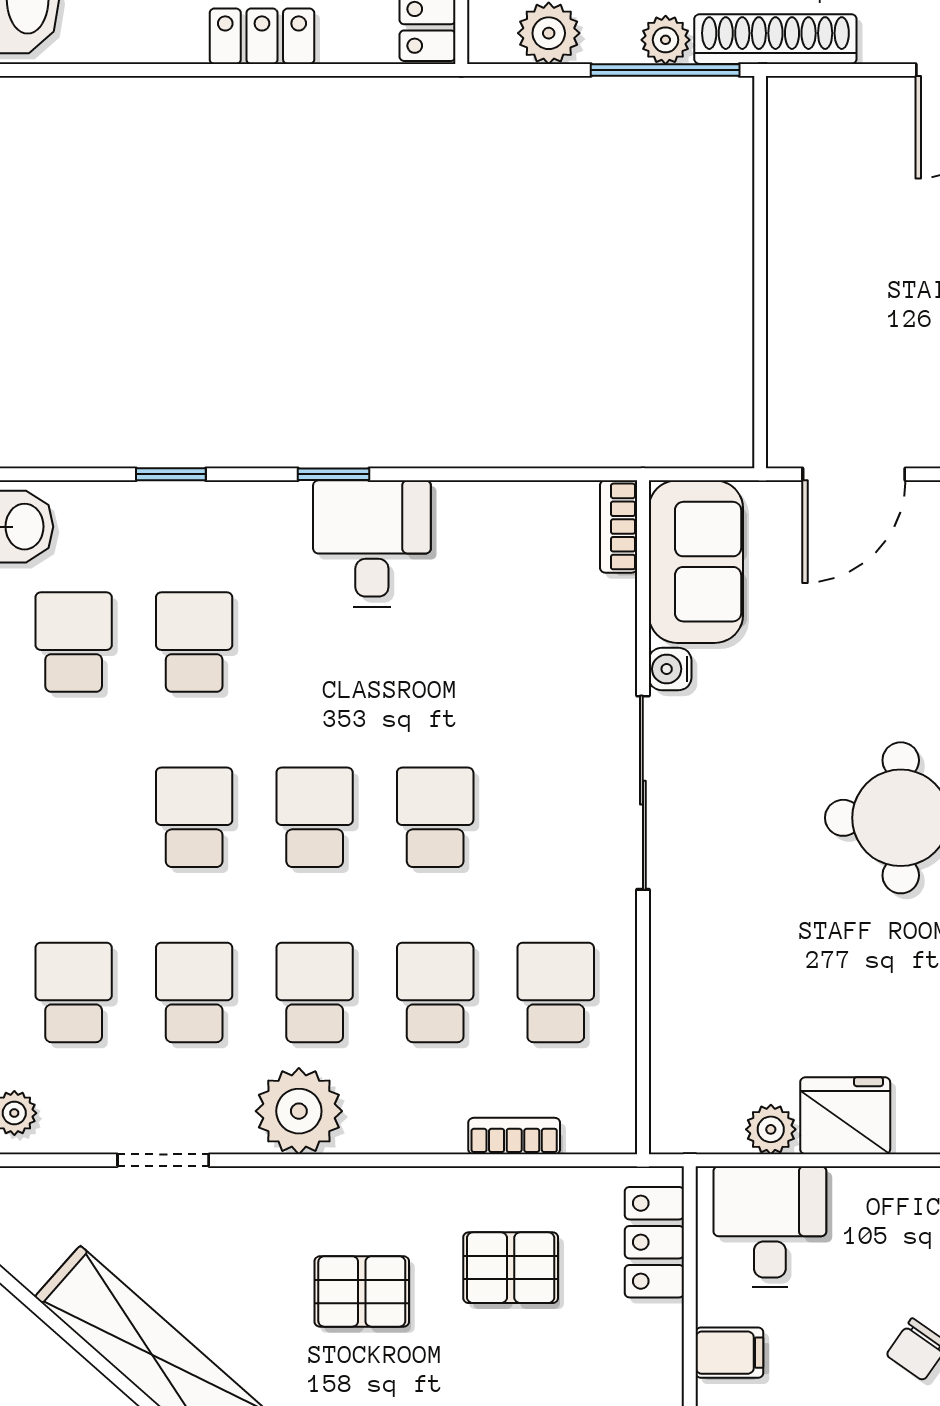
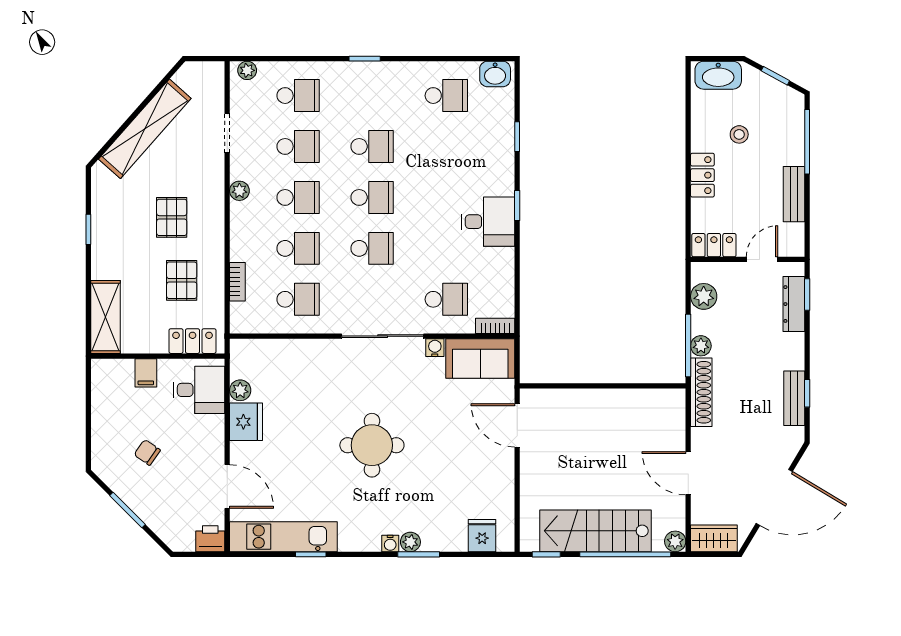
school desk: (194, 642) -> (446, 299), moved
plant: (299, 1111) -> (239, 191), width x0.53, depth x0.53

